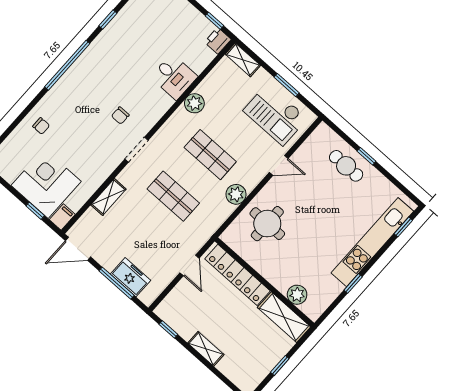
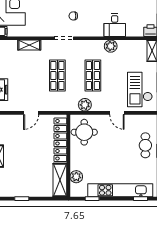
locker: (237, 275) -> (60, 140), moved
wall: (264, 282) -> (68, 156), moved
plant: (297, 295) -> (76, 177), moved
shelving: (284, 317) -> (60, 180), moved

